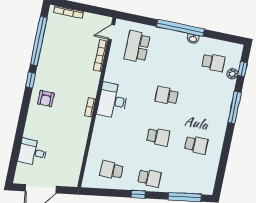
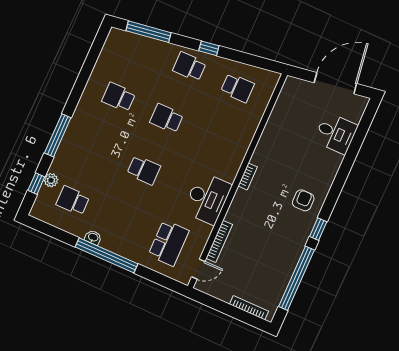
desk: (113, 101) -> (207, 198), moved

